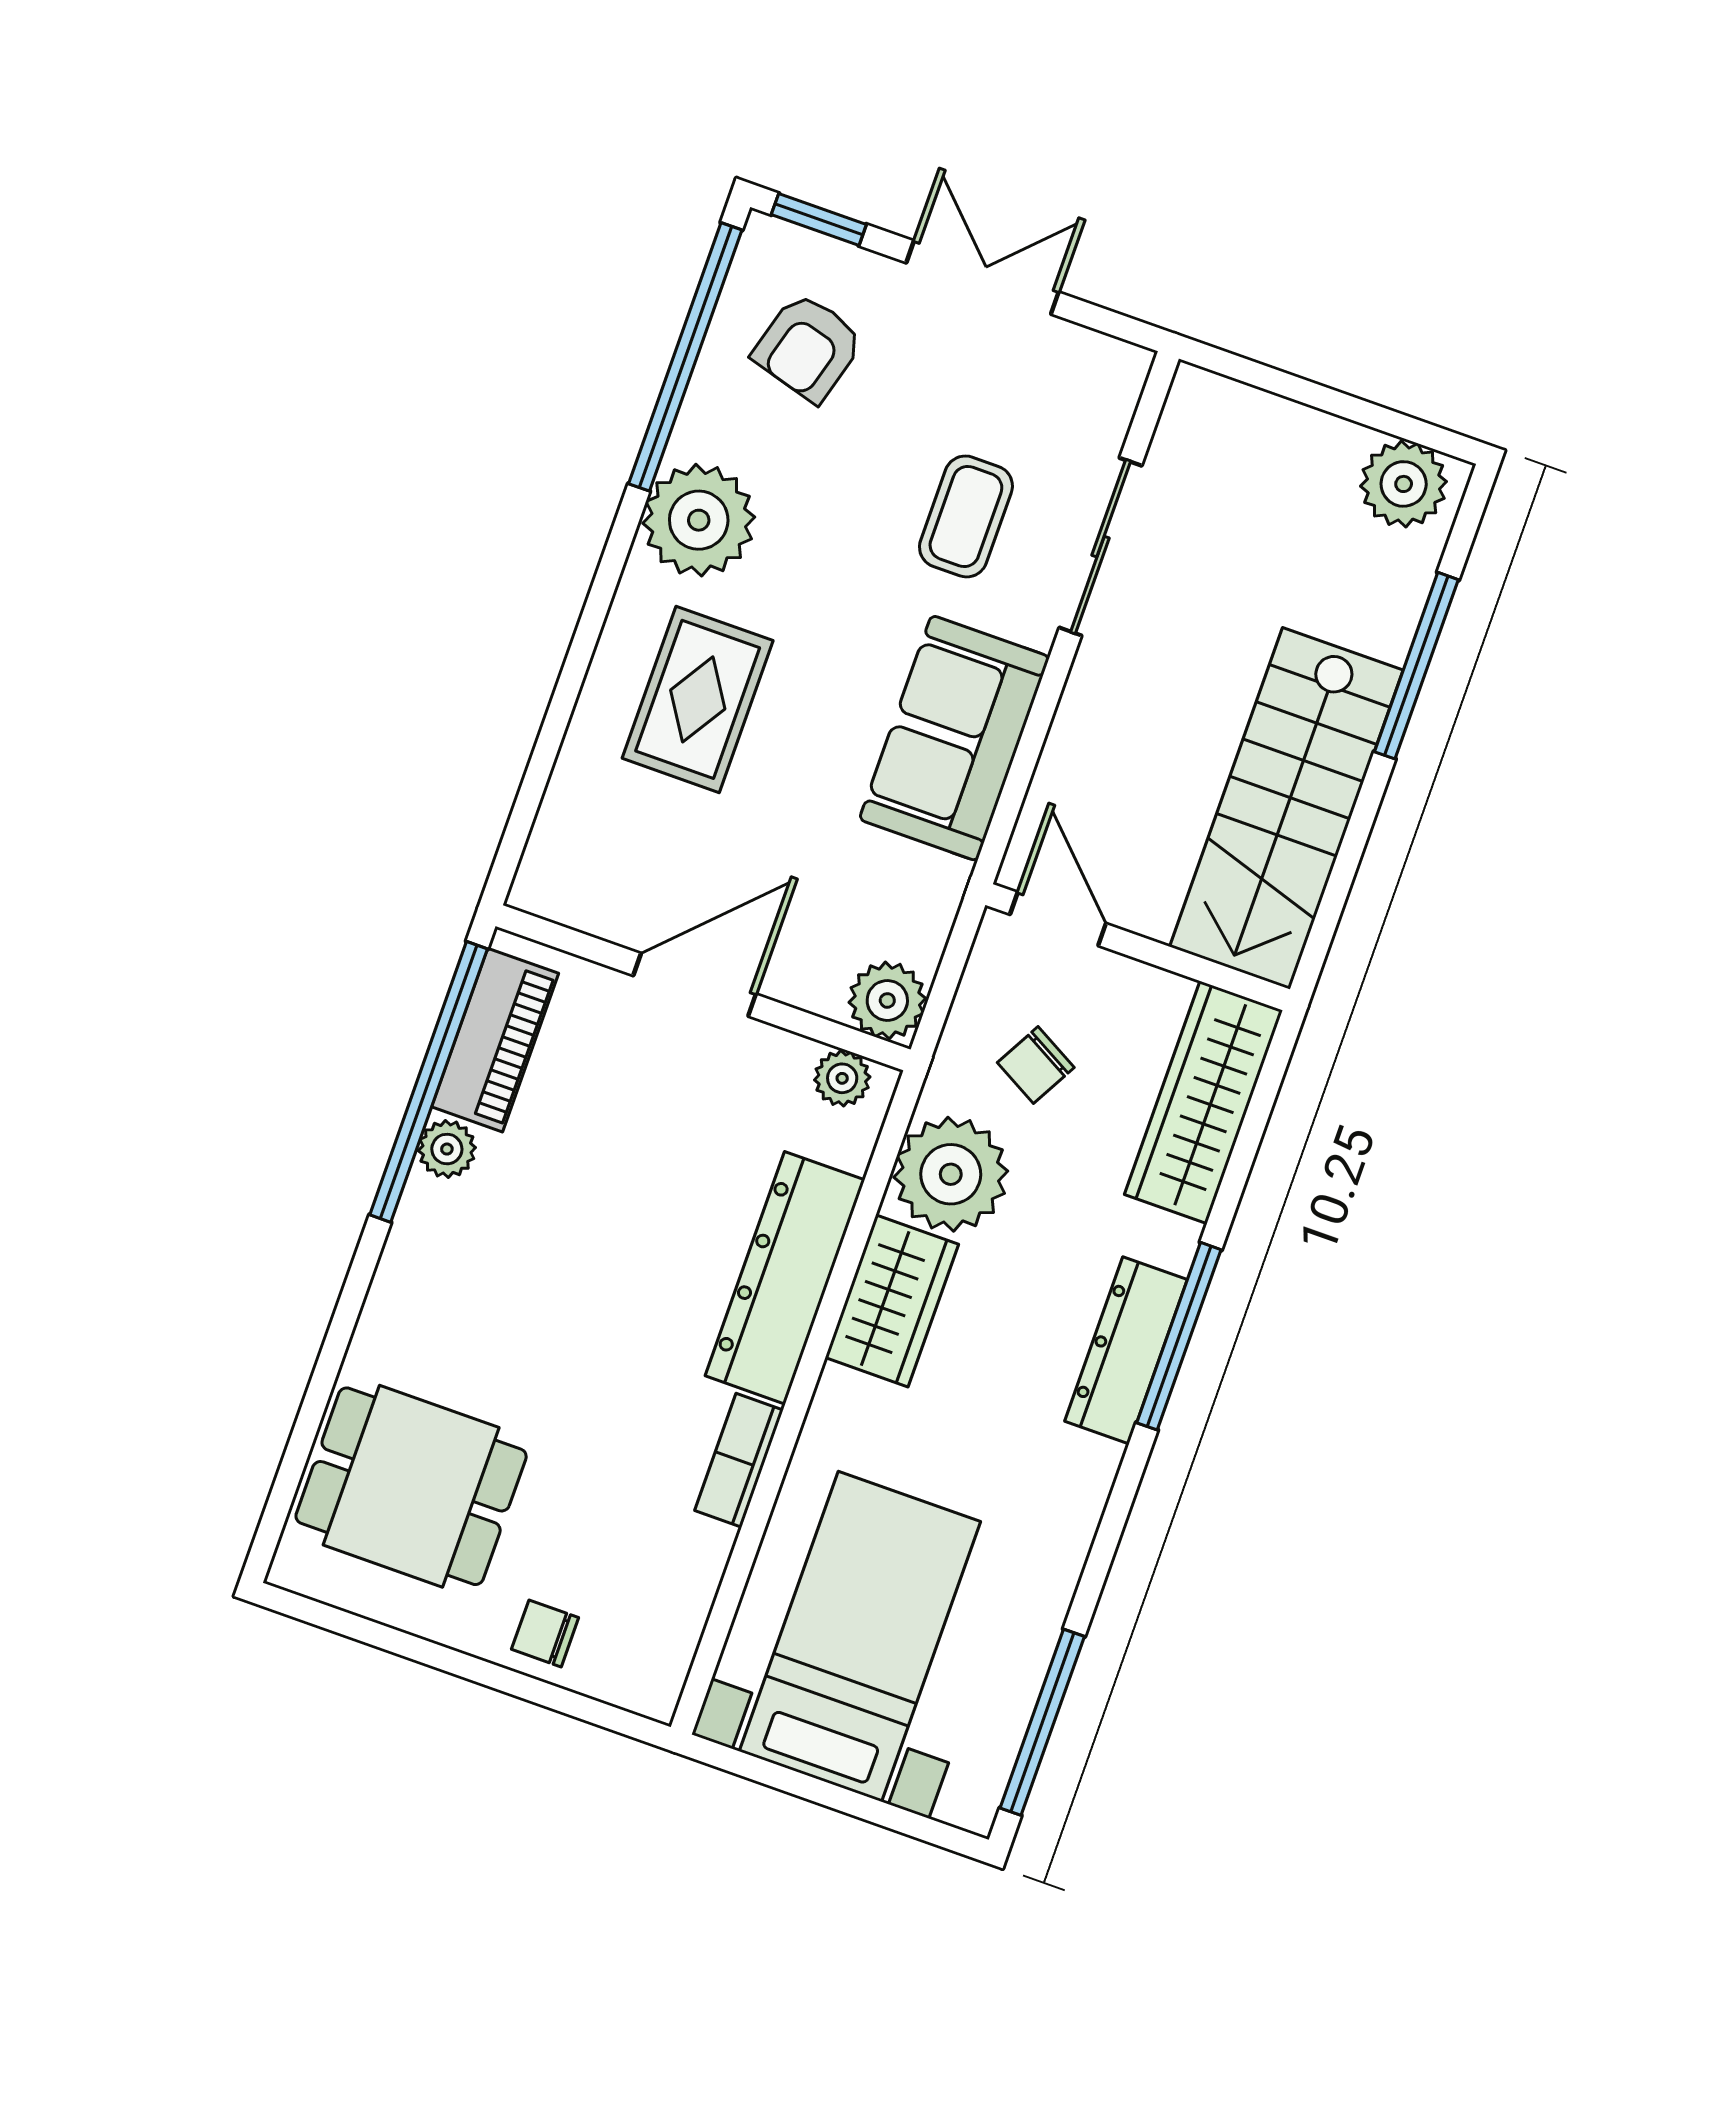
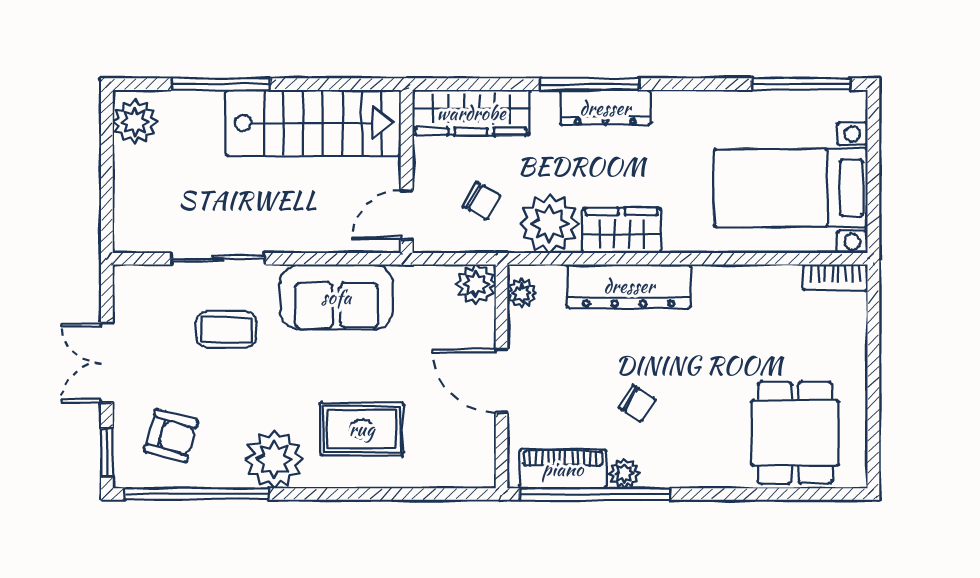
bookcase: (739, 1460) -> (835, 277), moved
chair: (545, 1633) -> (637, 404), moved, turned -58

